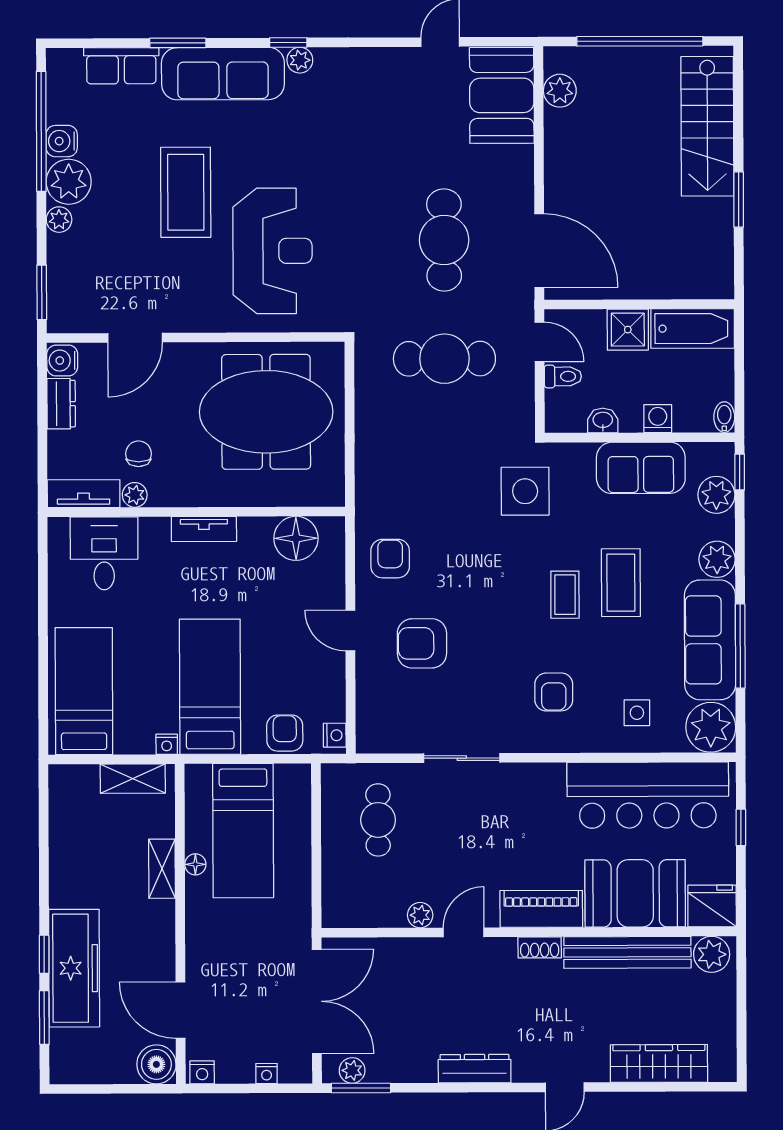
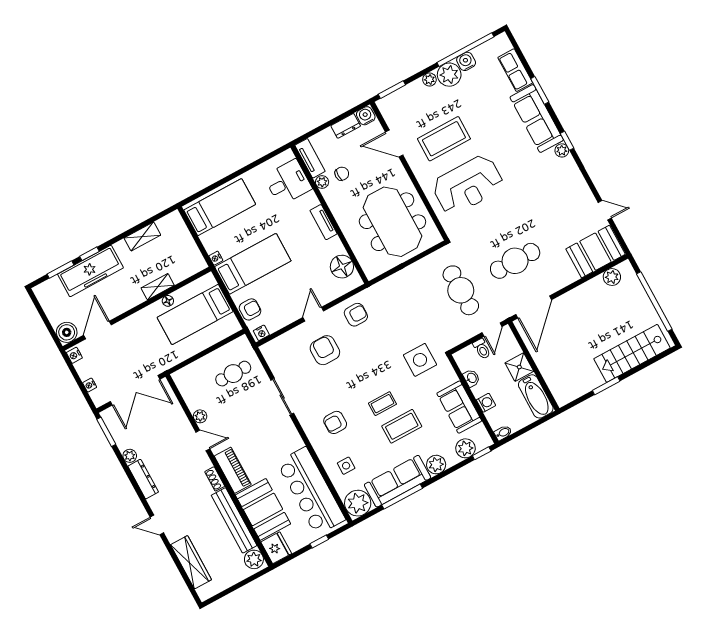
coffee table: (186, 192) -> (444, 139), moved
shelving: (133, 779) -> (142, 236), moved, turned 90
plant: (352, 1070) -> (130, 456), moved

